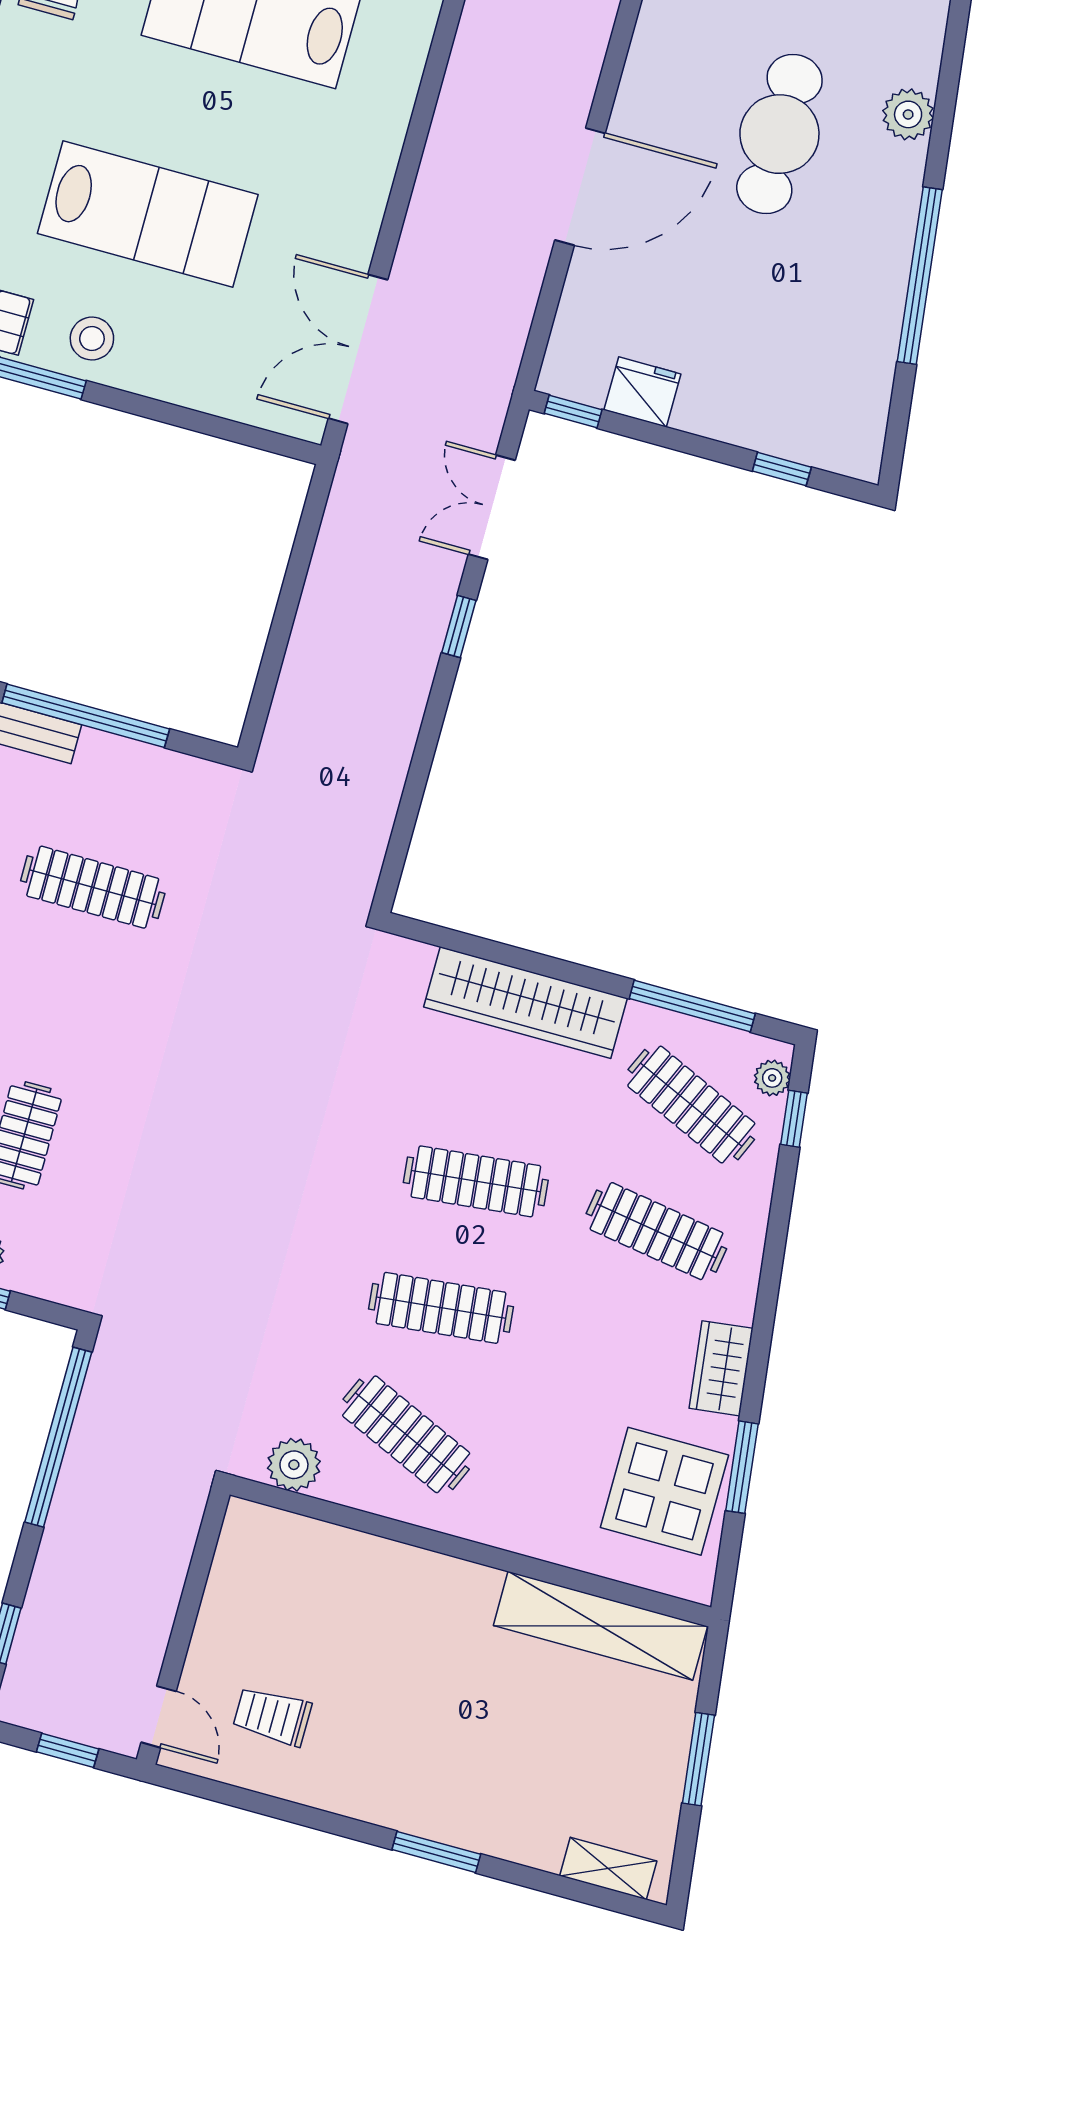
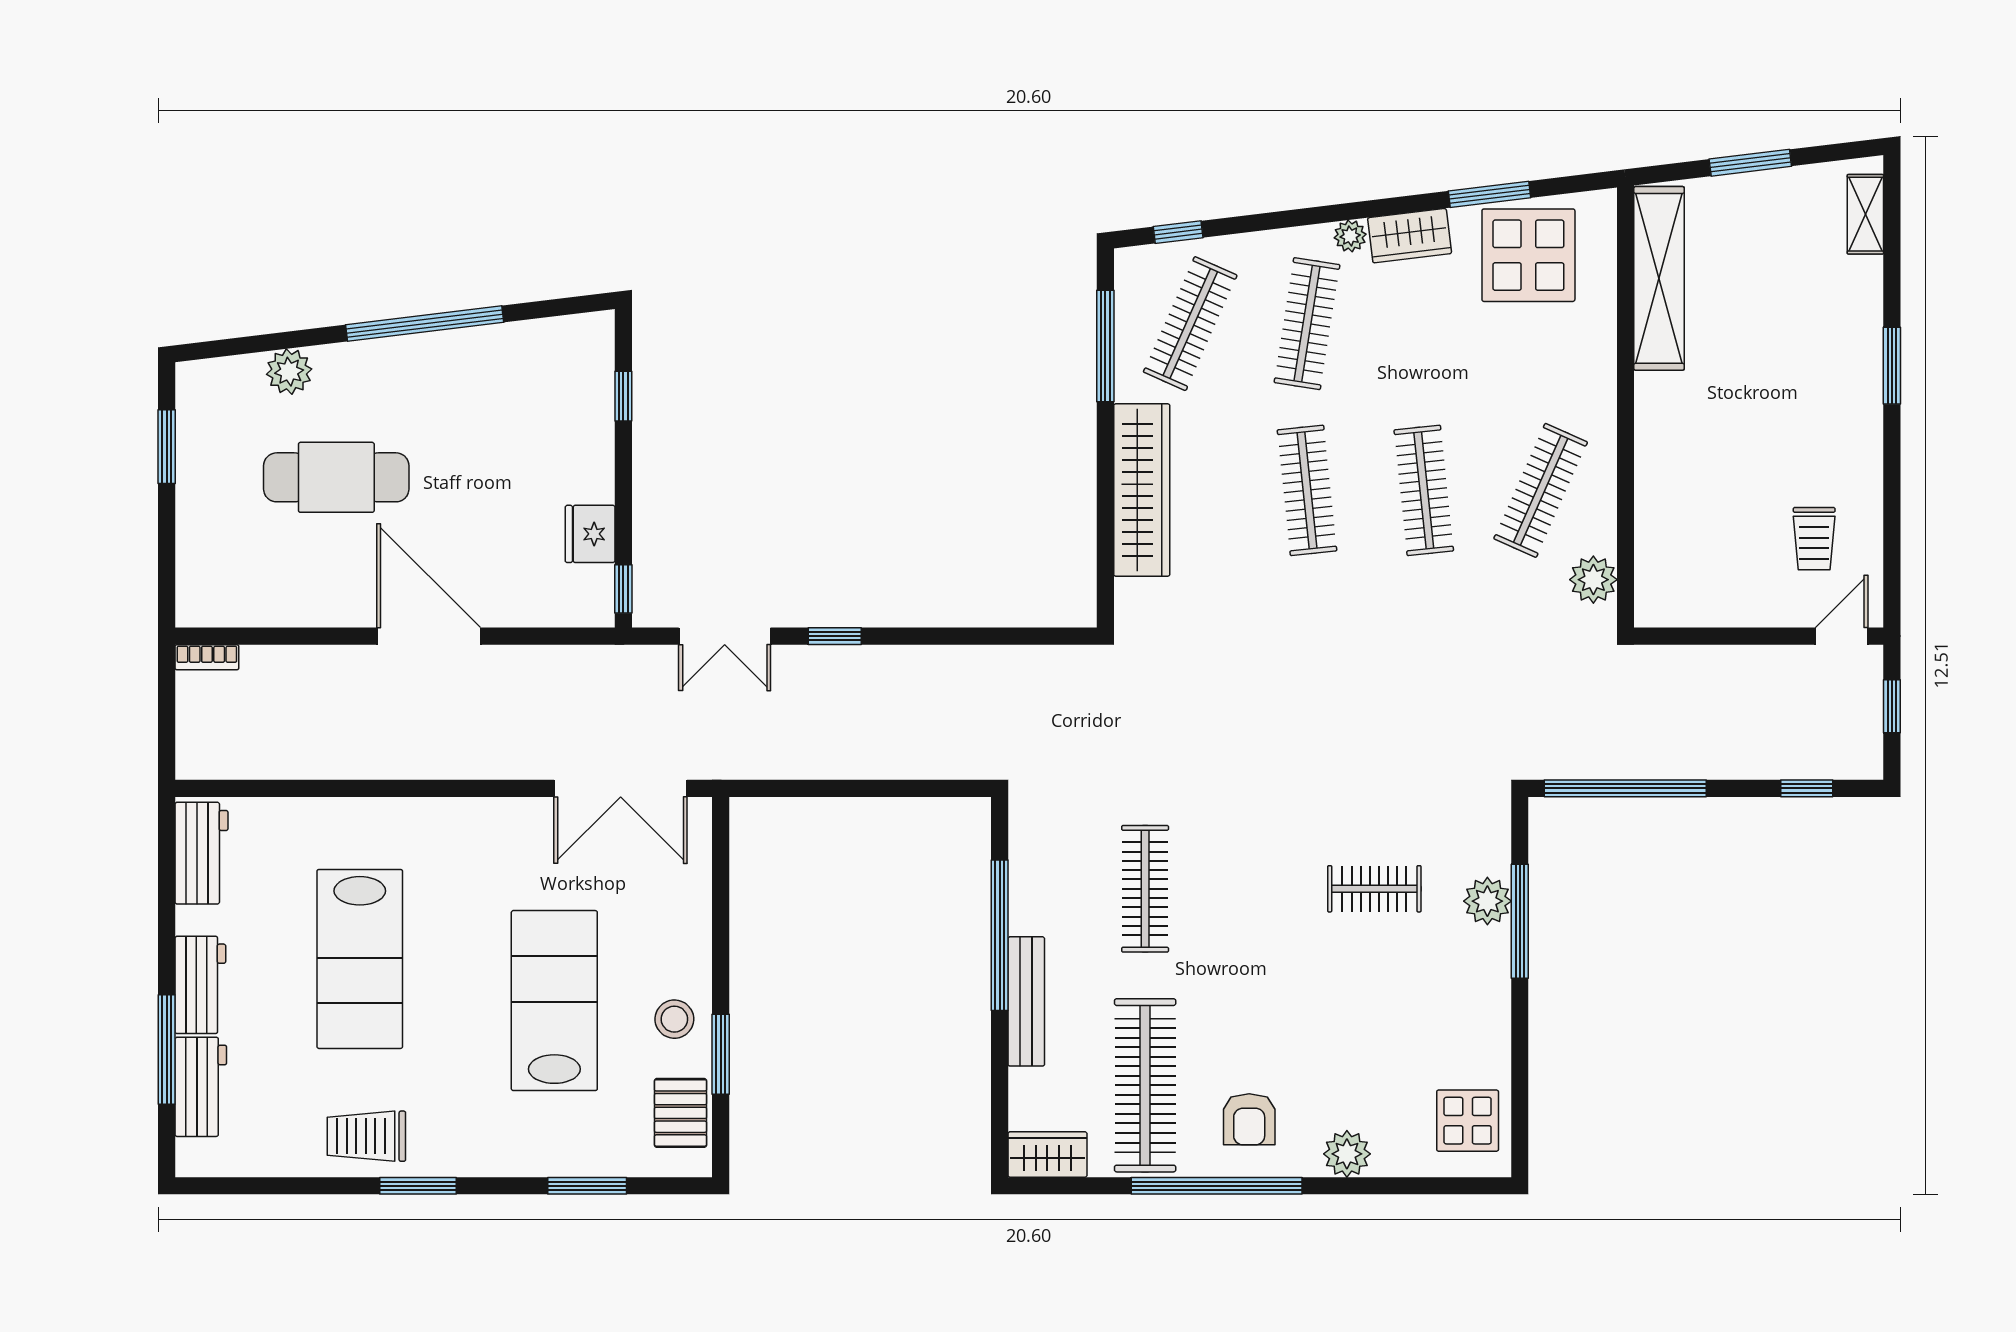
plant: (772, 1078) -> (1350, 236), moved

